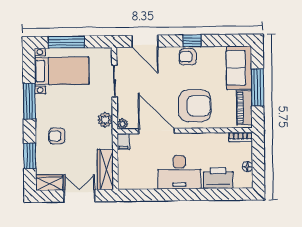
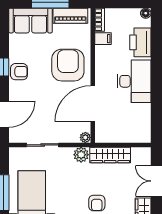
armchair: (188, 57) -> (19, 72), turned -90
filing cabinet: (123, 142) -> (103, 39), moved
floor lamp: (247, 167) -> (146, 13), moved
wardrobe: (105, 169) -> (110, 155), moved

